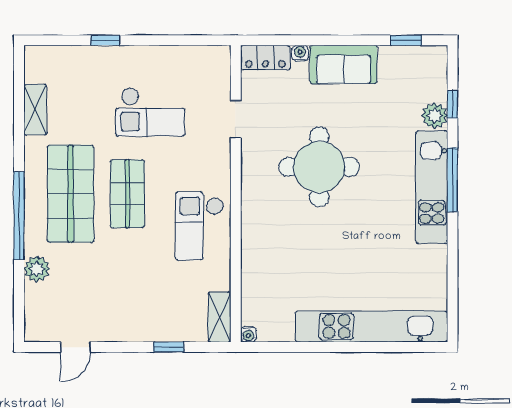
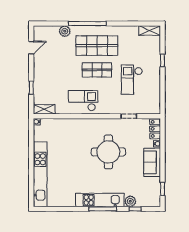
shelving: (35, 110) -> (150, 31), moved
door: (75, 347) -> (31, 48), swing flipped

